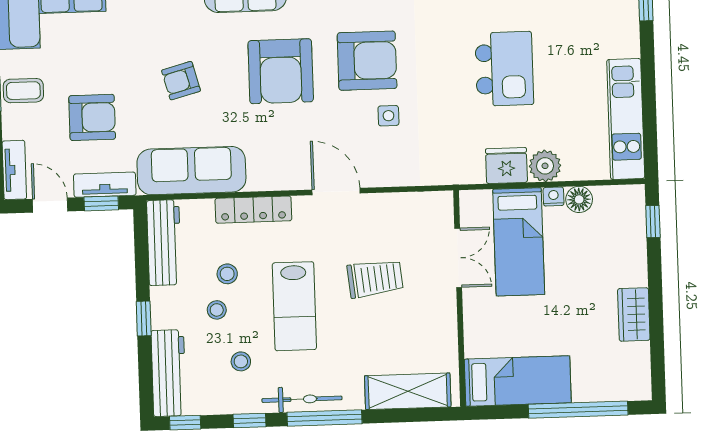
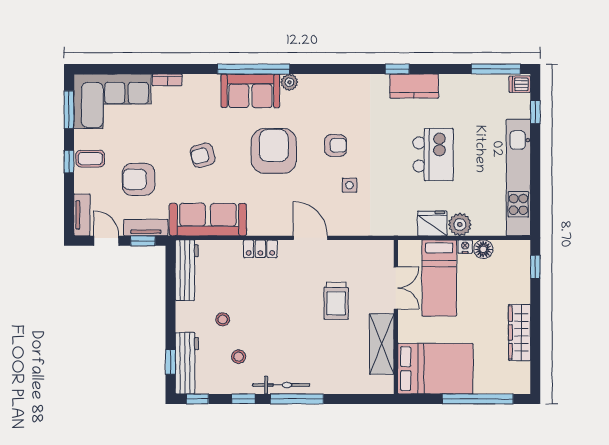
armchair: (367, 61) -> (336, 145), width x0.53, depth x0.53
armchair: (281, 71) -> (274, 151), turned 180
armchair: (92, 117) -> (138, 179), turned 180
kitchen unit: (626, 119) -> (518, 178), width x1.36
locker: (253, 210) -> (260, 249), width x0.66
stool: (227, 274) -> (231, 294), removed
trolley: (375, 278) -> (336, 301), turned 96
lab bench: (294, 306) -> (278, 319), removed
wardrobe: (634, 314) -> (520, 332), width x1.50
window: (144, 318) -> (170, 362), moved
bed: (518, 381) -> (435, 369), width x1.50
shelving: (408, 391) -> (382, 344), moved, turned 90

